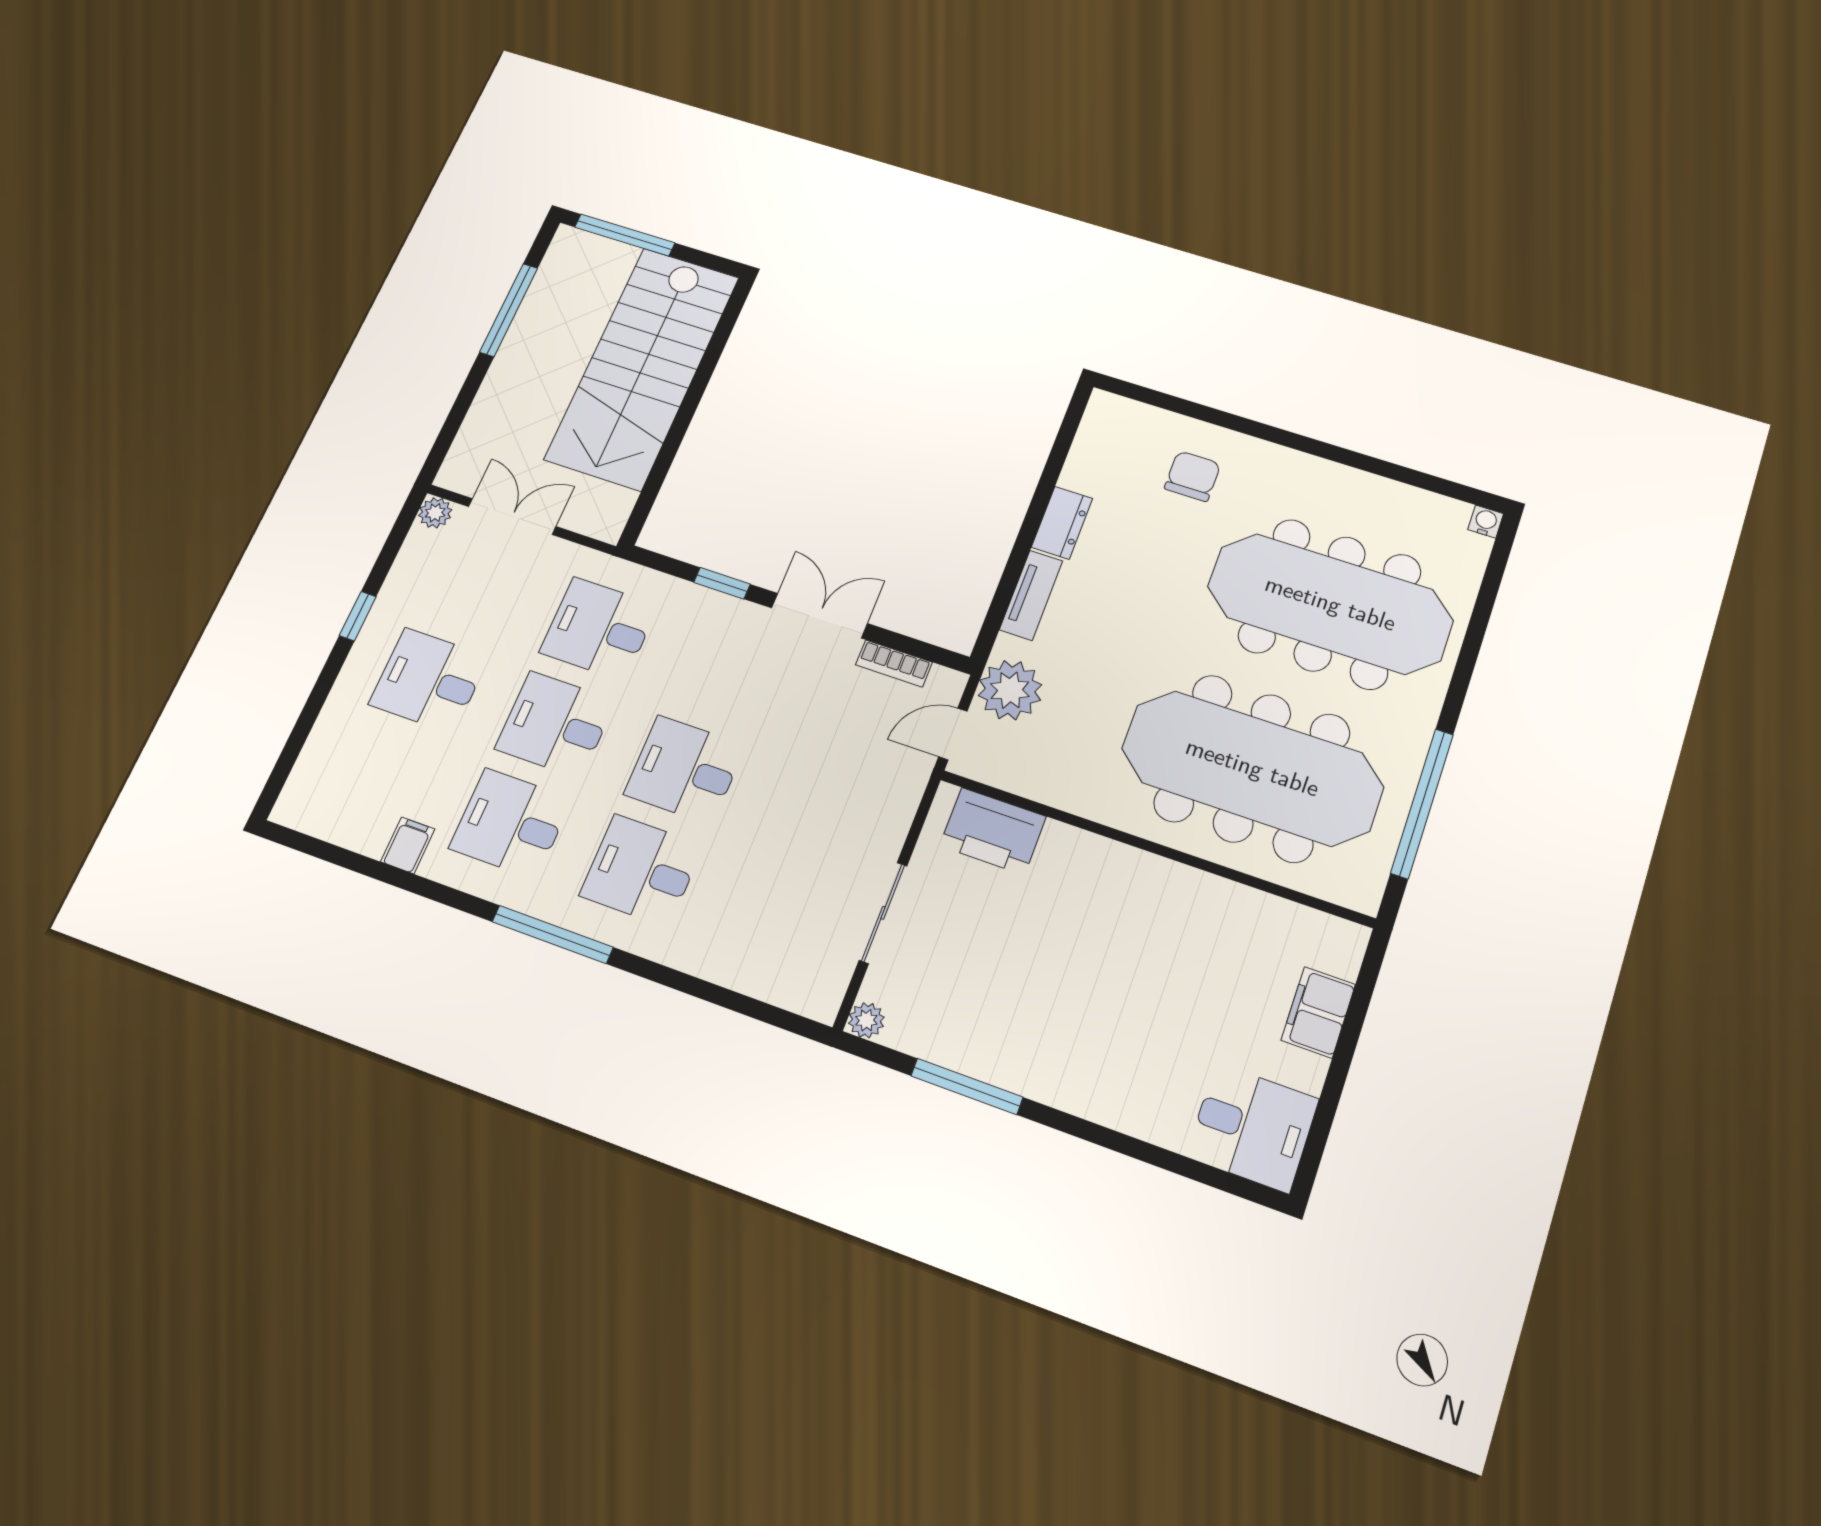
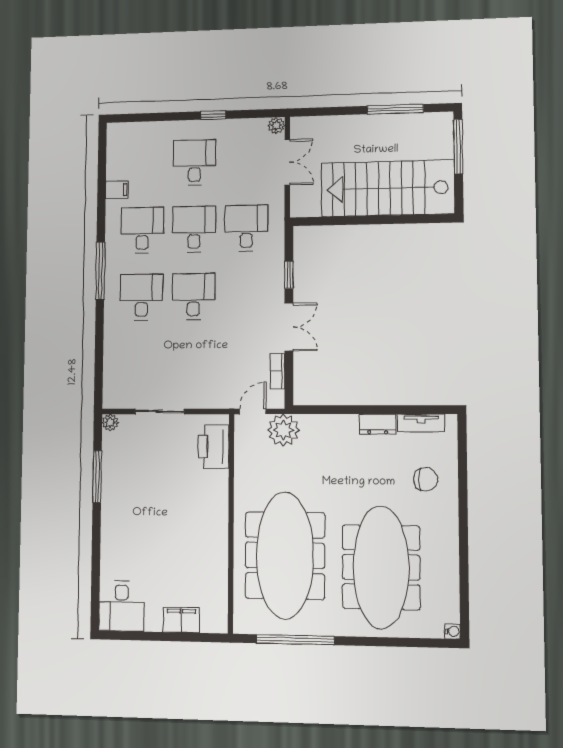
tv unit: (1031, 595) -> (421, 423), moved
door: (953, 734) -> (253, 411), hinge flipped

